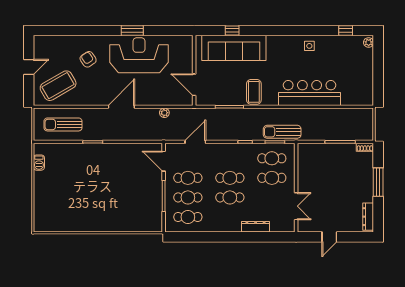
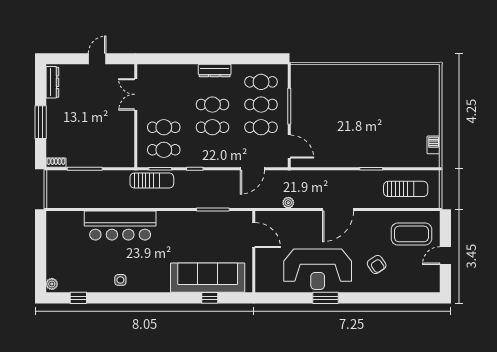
coffee table: (58, 86) -> (411, 234), turned 30
coffee table: (254, 92) -> (185, 227), removed
dresser: (256, 227) -> (215, 71), moved

